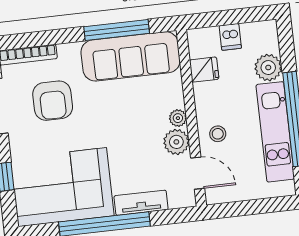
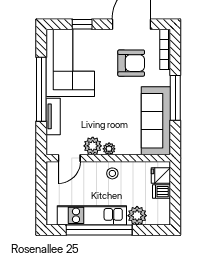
window: (117, 30) -> (175, 98), moved
fridge: (204, 70) -> (161, 175), moved, turned 90
armchair: (53, 101) -> (131, 63), turned 180
stool: (218, 134) -> (112, 173), moved

